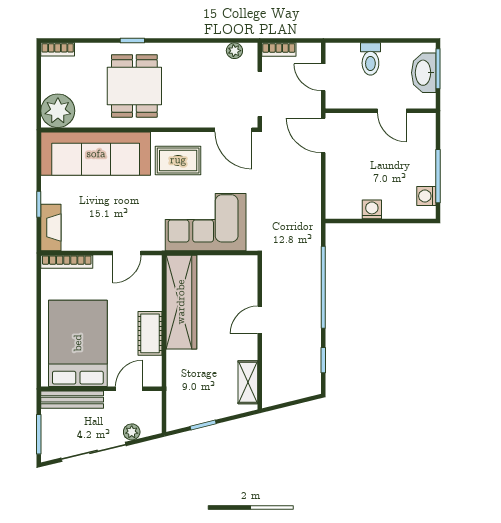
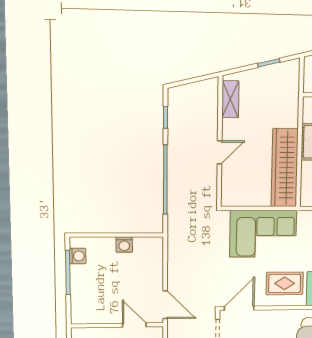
door: (392, 111) -> (134, 325), moved
door: (233, 130) -> (239, 308), hinge flipped

